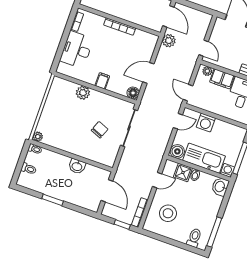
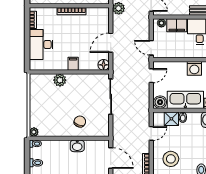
washing machine: (206, 123) -> (194, 68), moved
chair: (100, 130) -> (80, 122), moved

